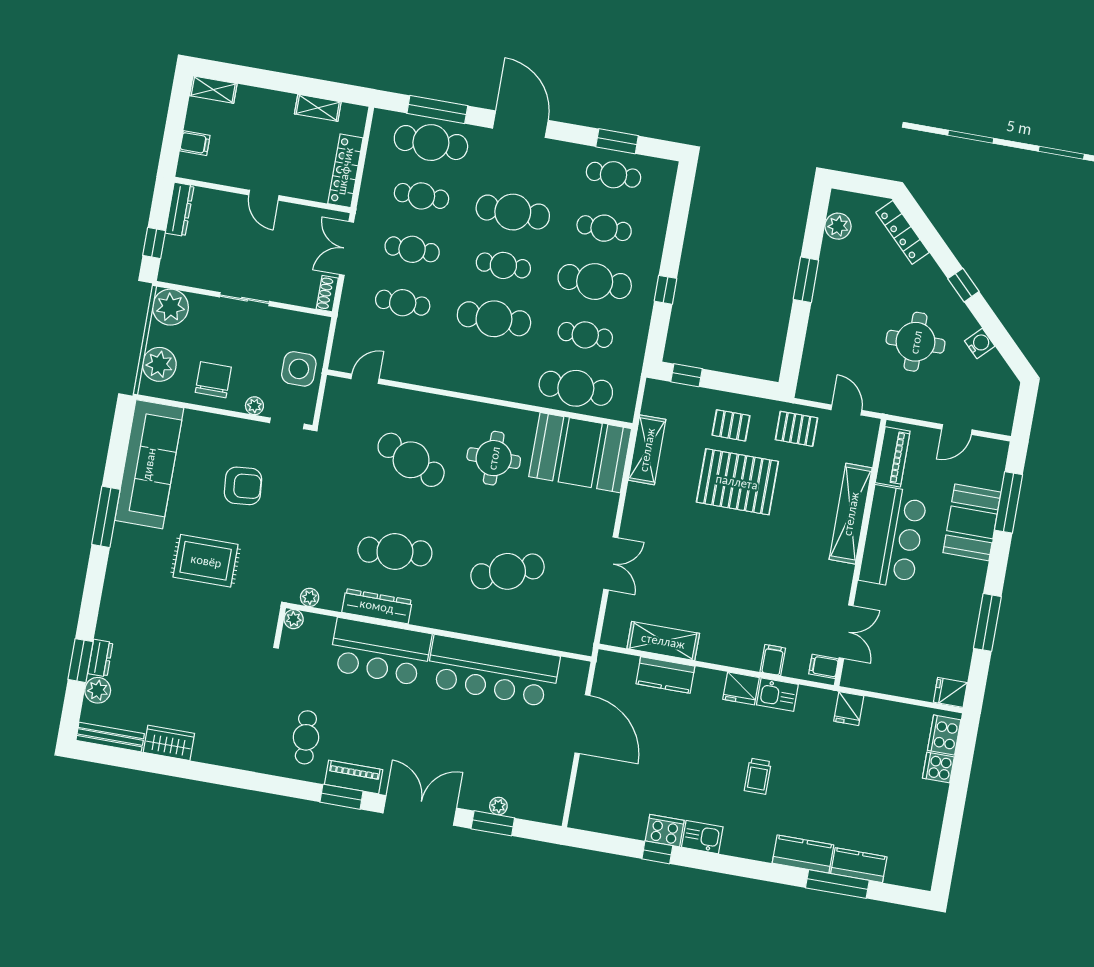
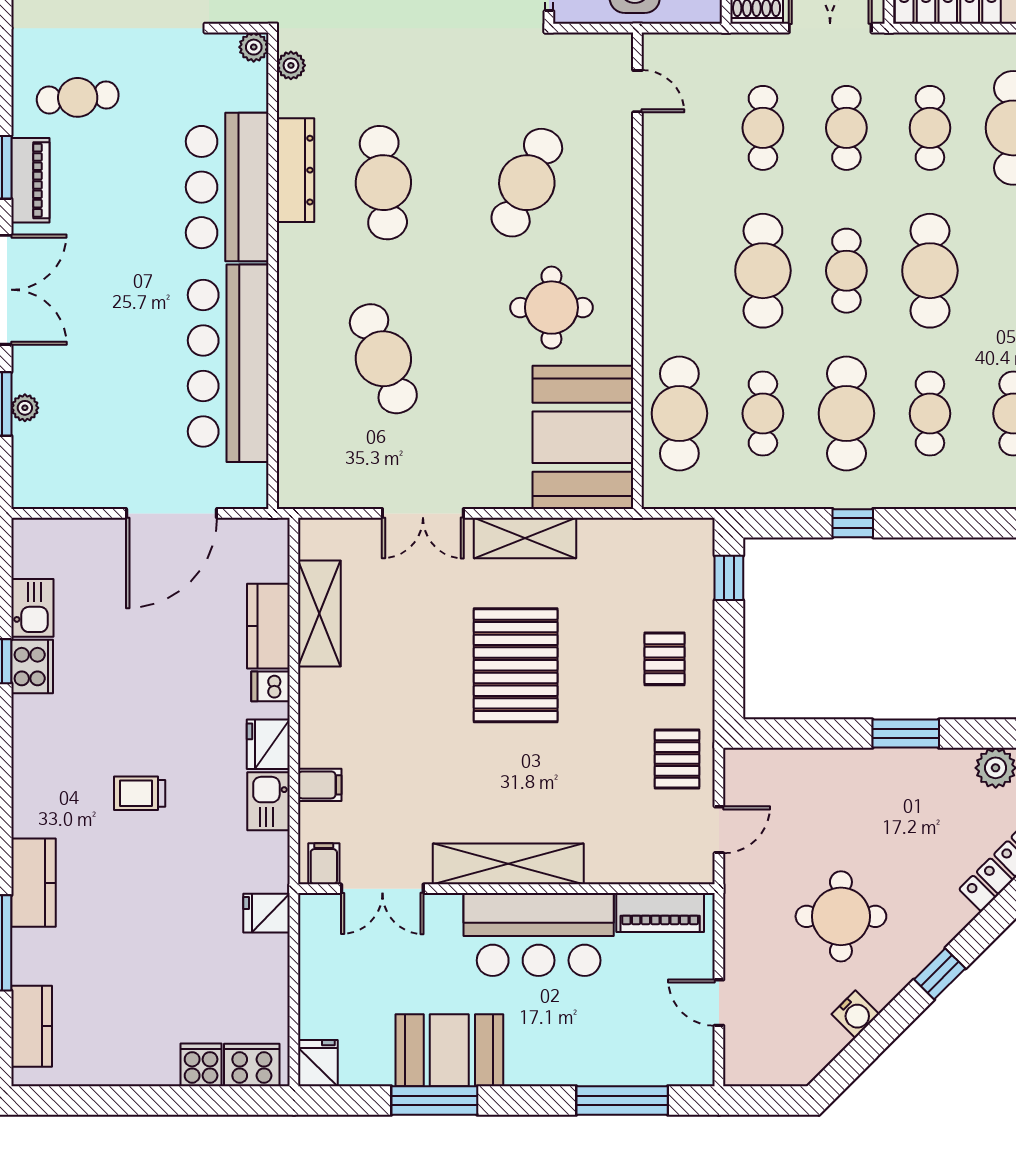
shelving: (647, 450) -> (525, 538), moved
pallet: (737, 482) -> (516, 665), moved
shelving: (851, 514) -> (508, 864), moved
booth: (972, 522) -> (449, 1050), moved
dishwasher: (704, 680) -> (270, 686), added
kitchen sink: (702, 837) -> (32, 608), moved
kitchen counter: (859, 865) -> (32, 1026), moved

